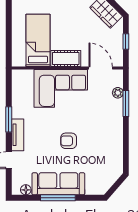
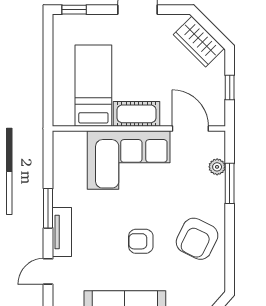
armchair: (105, 139) -> (197, 239), added

